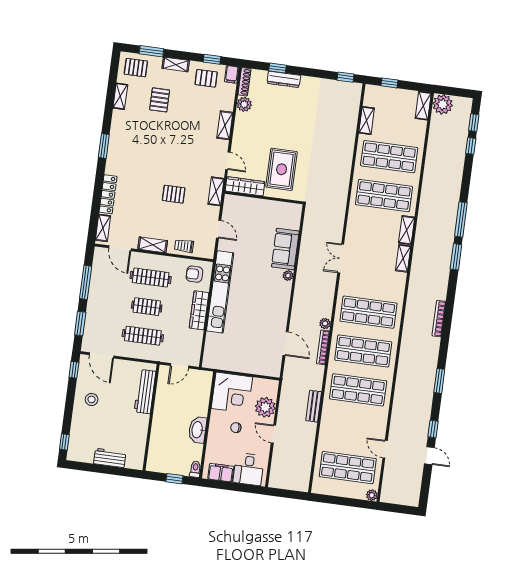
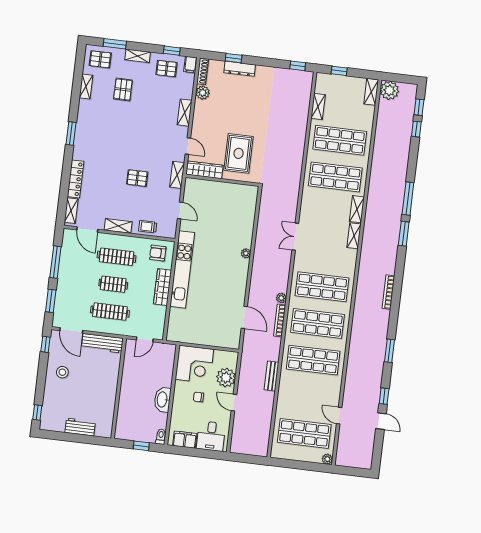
sofa: (285, 249) -> (243, 228), removed
workbench: (145, 392) -> (102, 343), moved, turned -90

